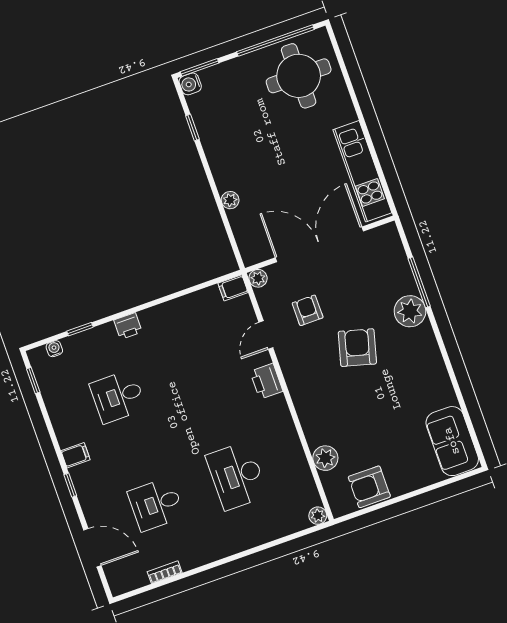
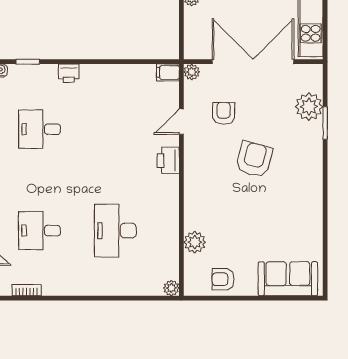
window: (419, 282) -> (325, 123), width x0.69
plant: (410, 311) -> (309, 107), moved
sofa: (452, 441) -> (288, 279), moved, turned 90
armchair: (369, 487) -> (223, 279), width x0.72, depth x0.72

